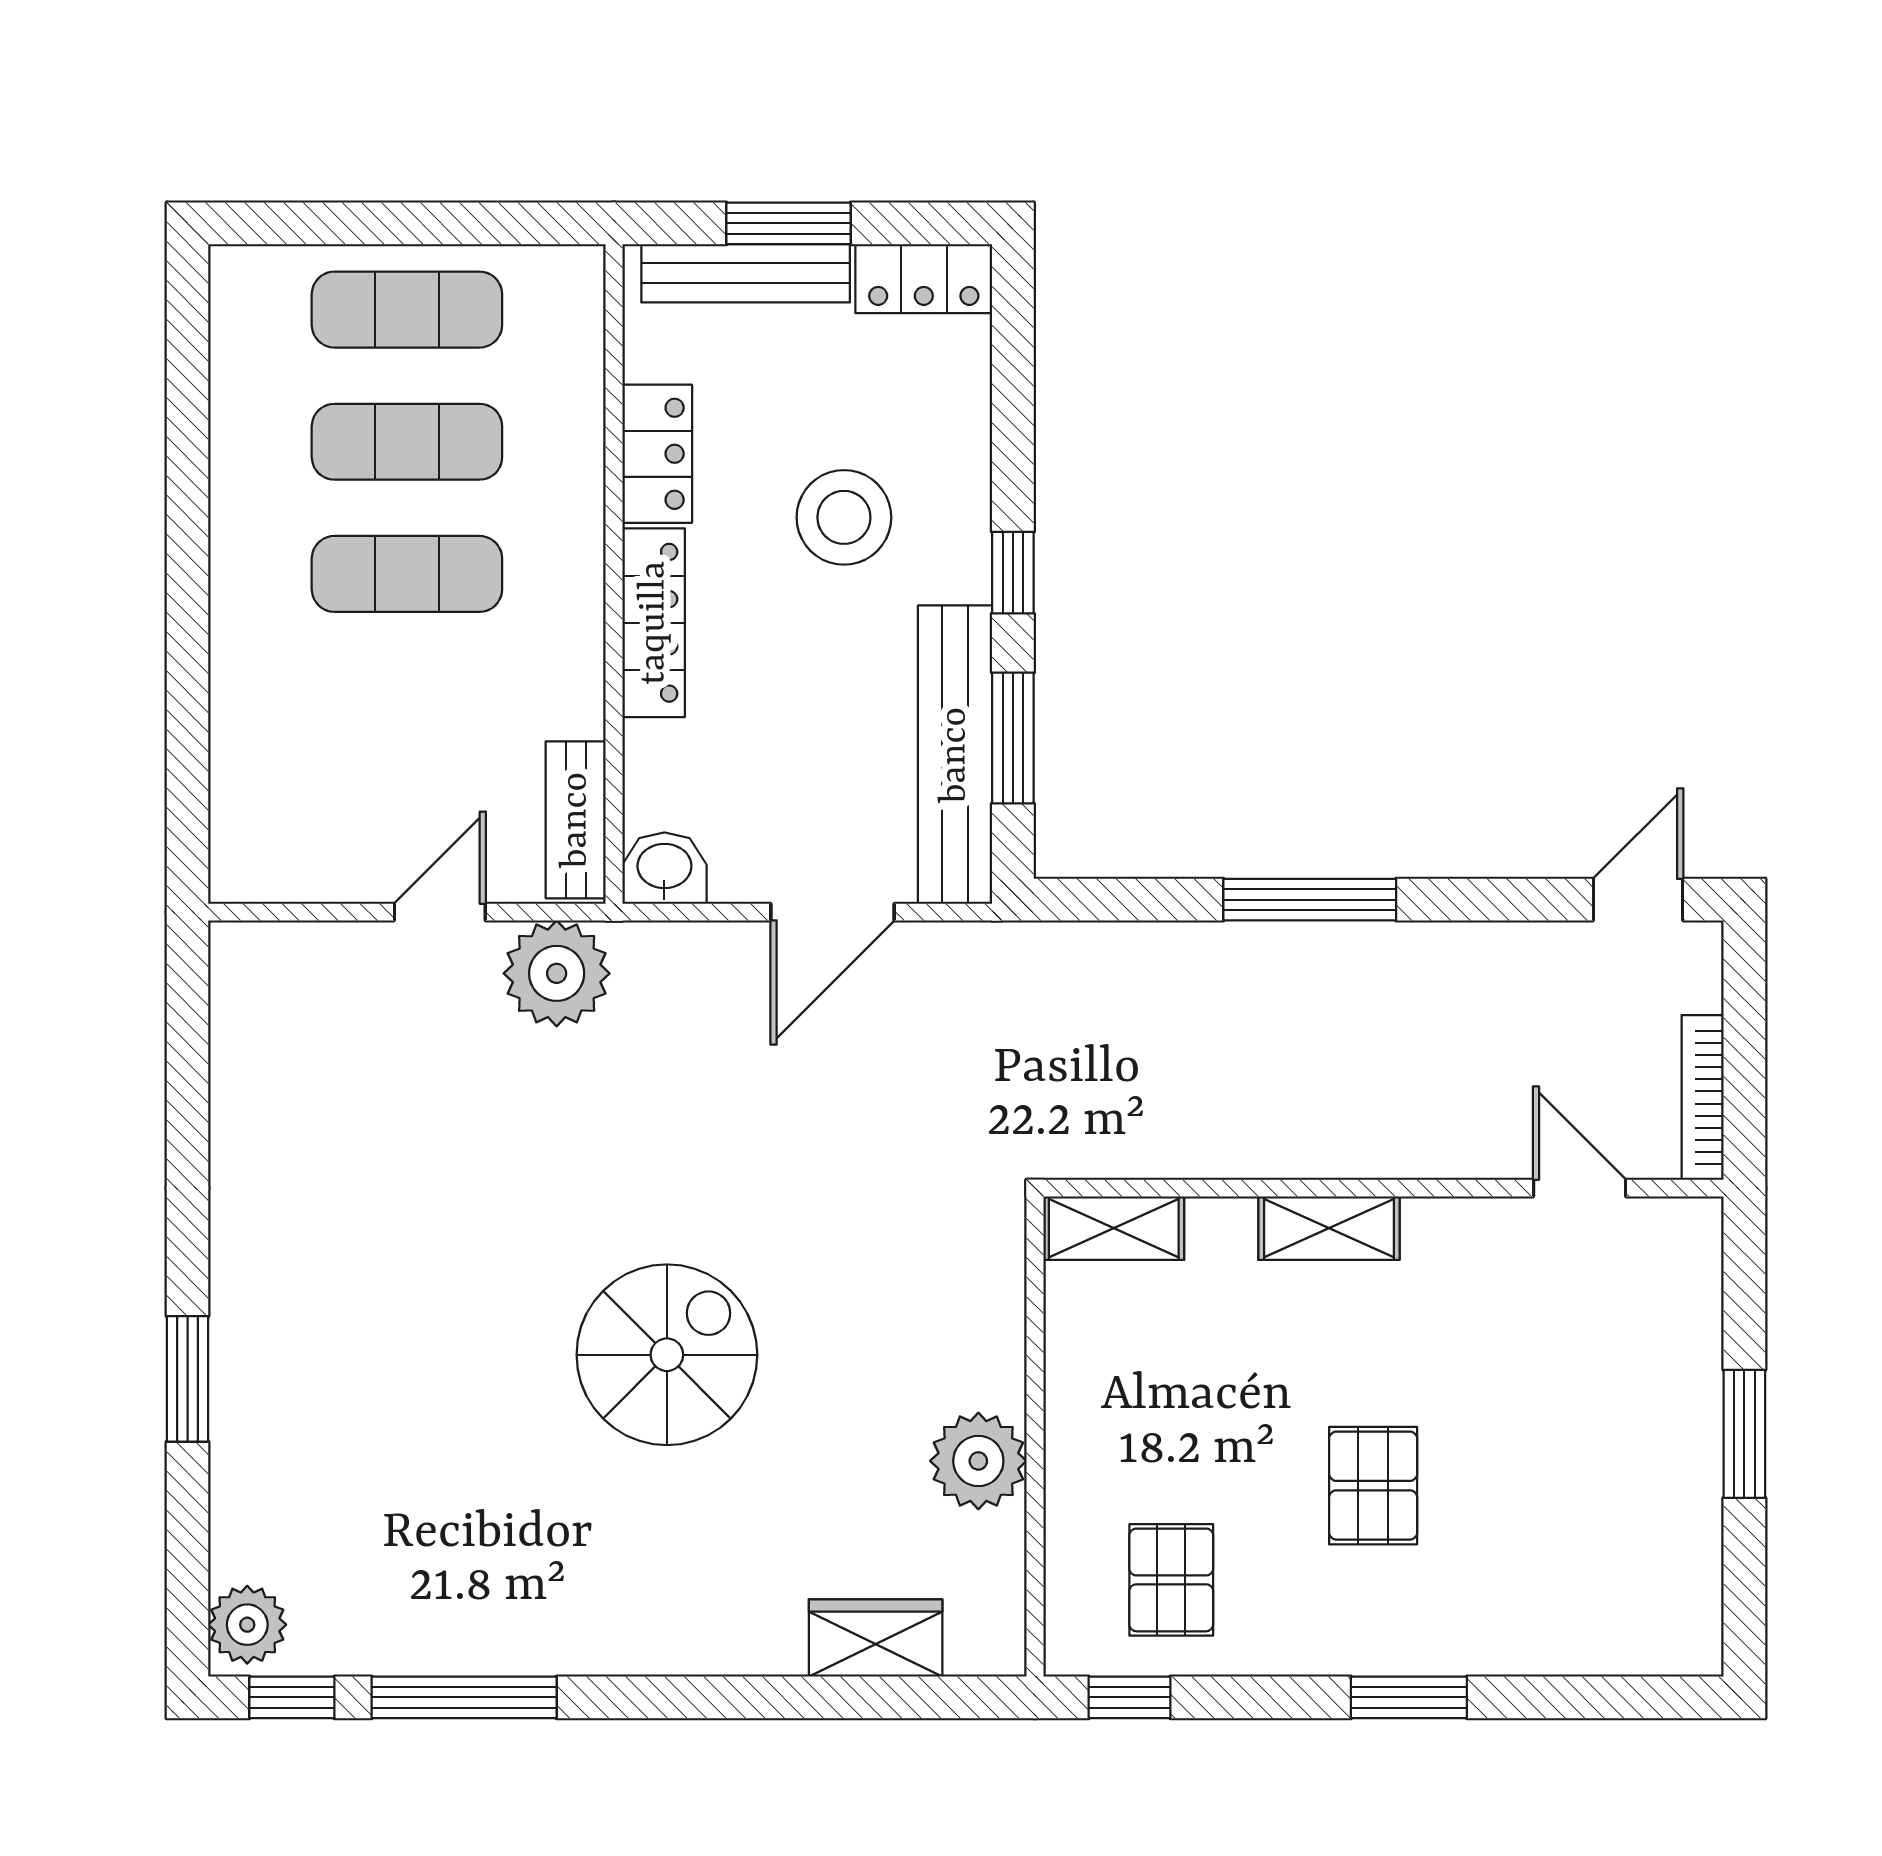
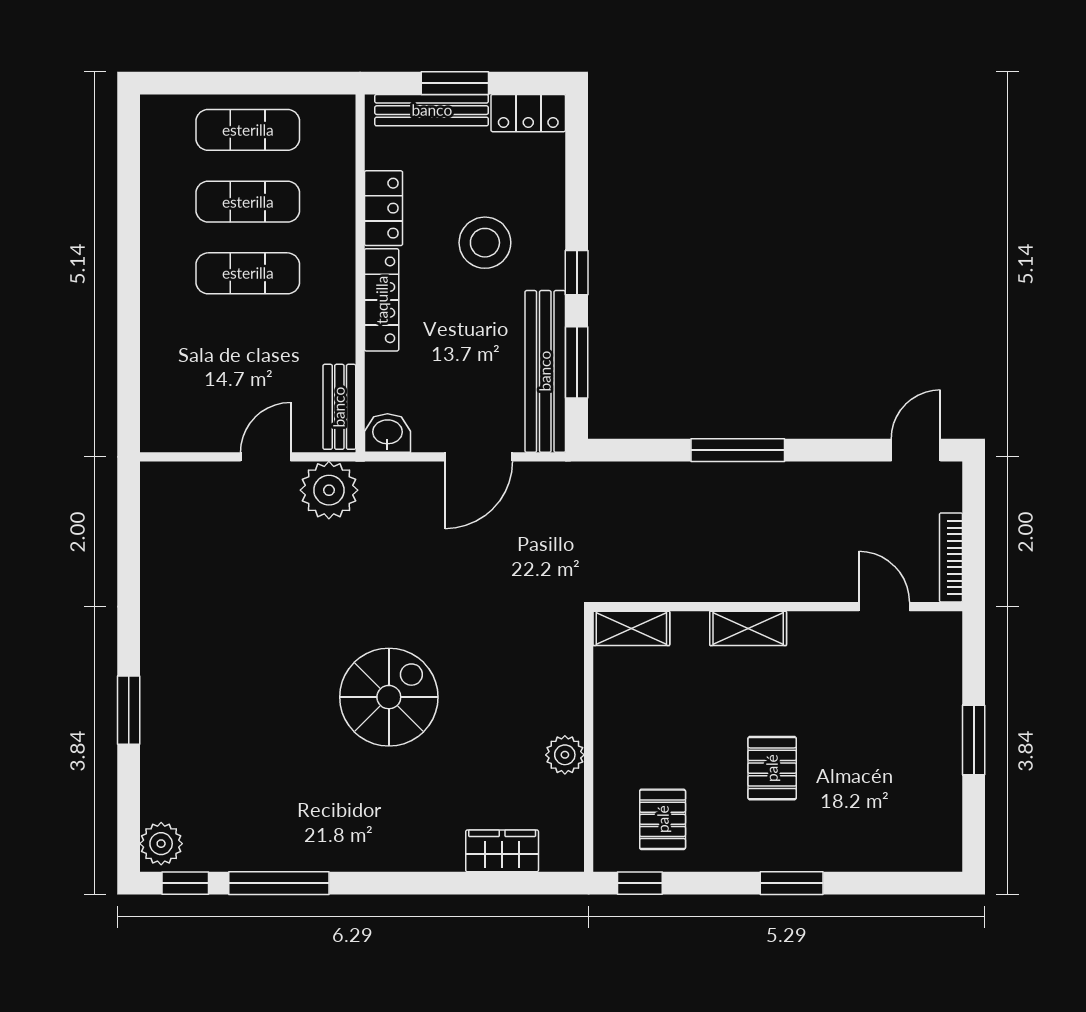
plant: (978, 1461) -> (565, 755), width x0.73, depth x0.73

